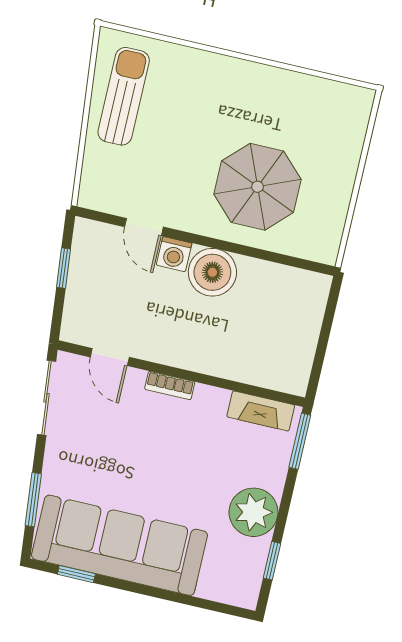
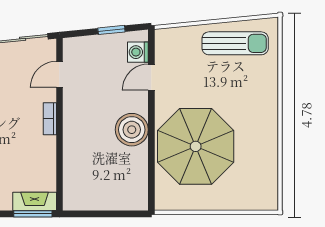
parasol: (257, 187) -> (196, 146), width x1.36, depth x1.36
washing machine: (174, 254) -> (138, 52), moved
fireplace: (261, 411) -> (35, 201), moved, turned 90

